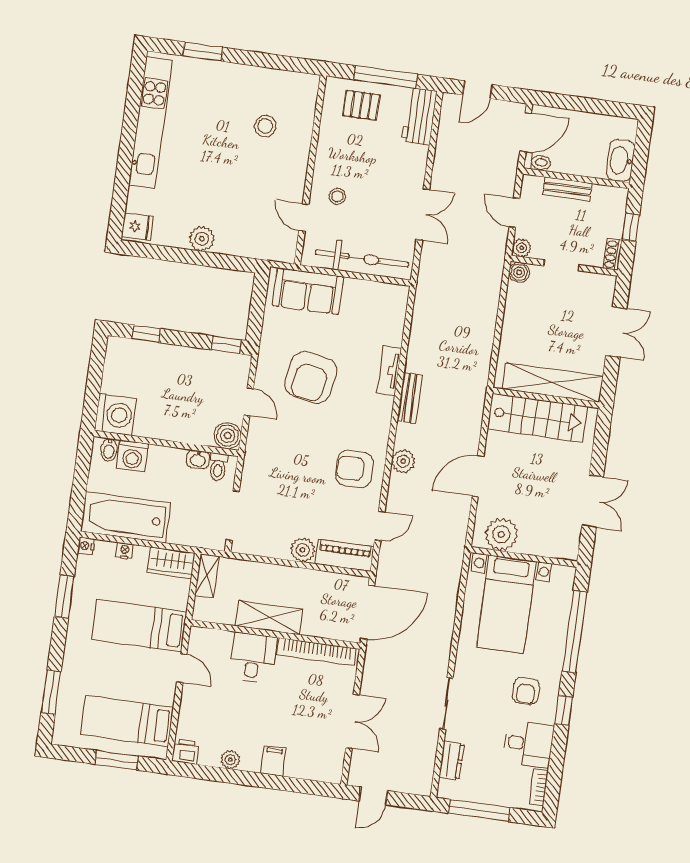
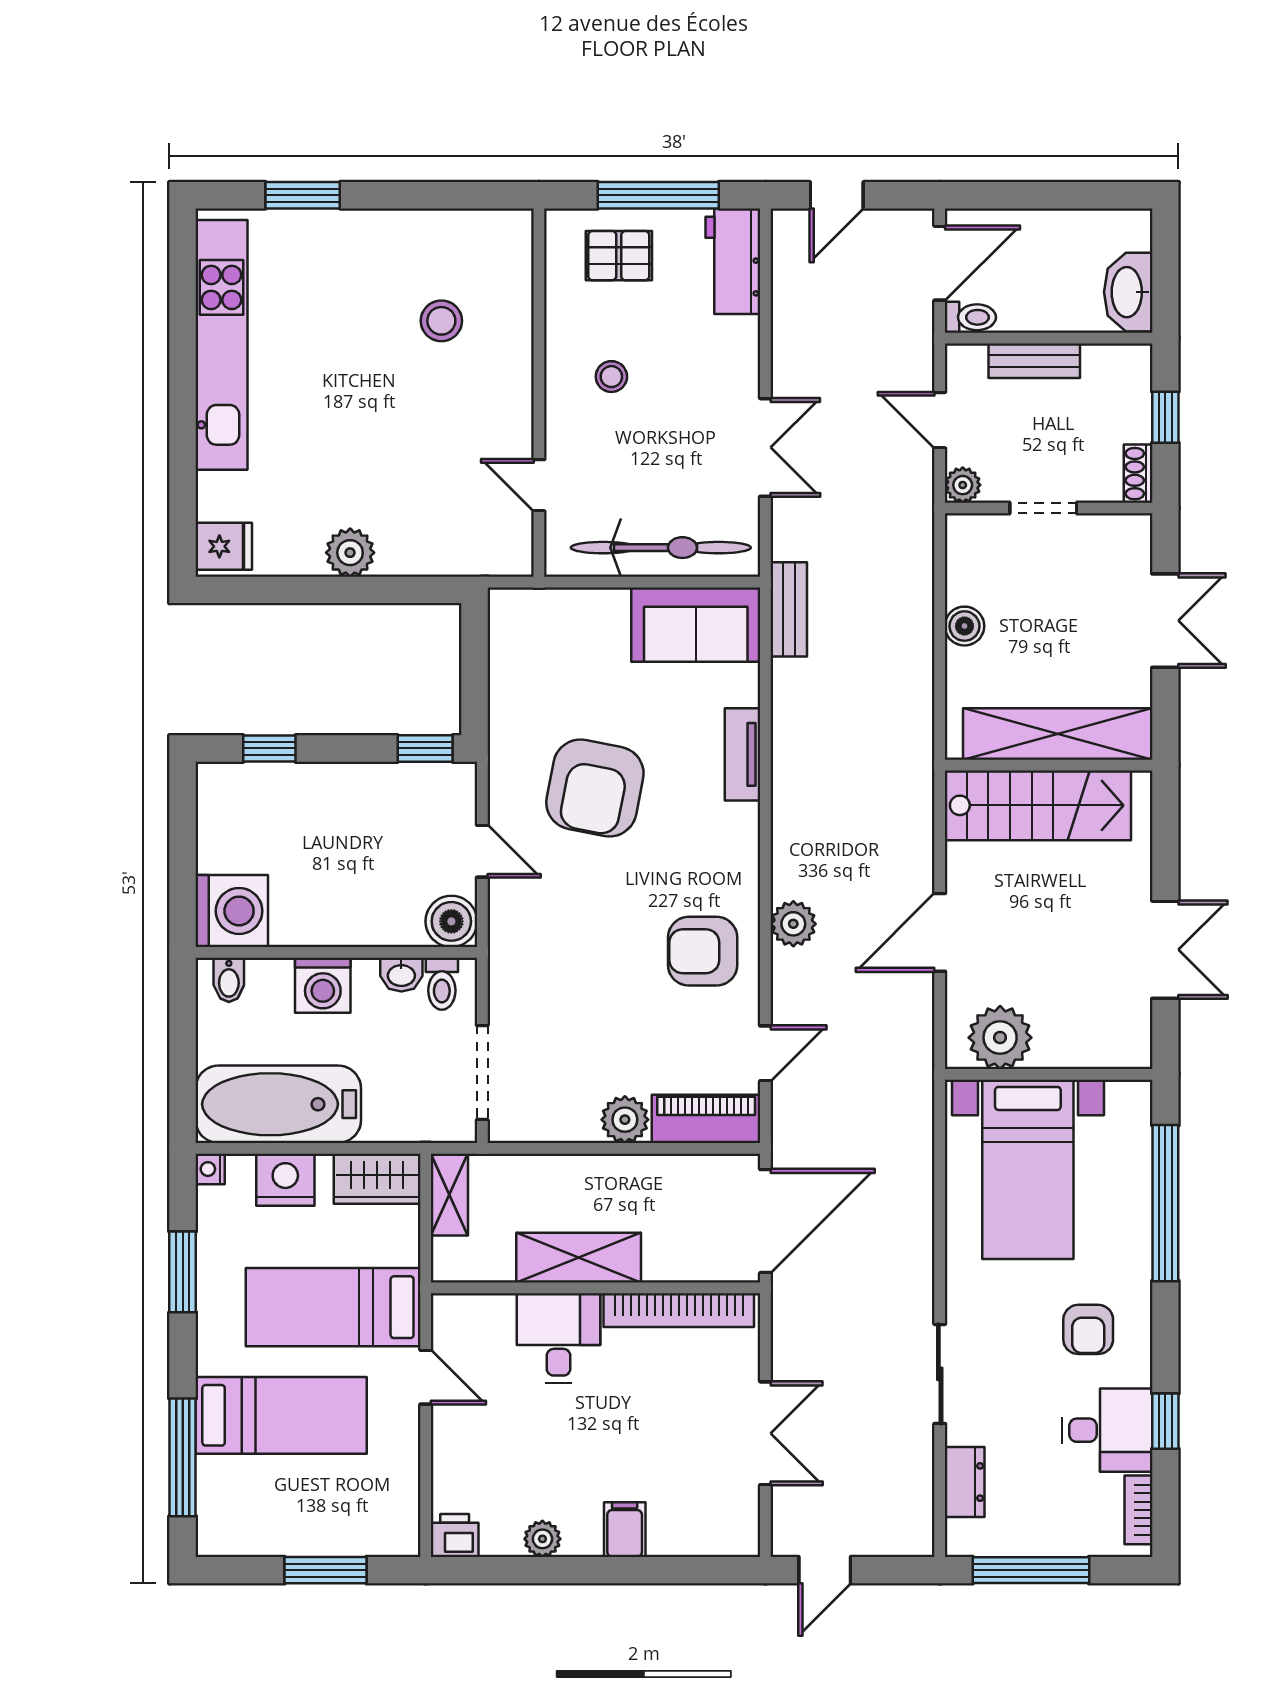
stool: (337, 196) -> (611, 377), moved
boiler: (519, 272) -> (964, 626), moved
sofa: (308, 291) -> (696, 625), moved
bench: (410, 398) -> (789, 609), moved
washing machine: (132, 456) -> (323, 985), moved
nightstand: (125, 551) -> (285, 1180), width x1.89, depth x1.79
window: (51, 692) -> (183, 1457), width x1.44
window: (564, 710) -> (1165, 1421), moved
bed: (127, 721) -> (281, 1415), moved, turned 180

